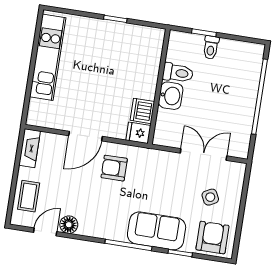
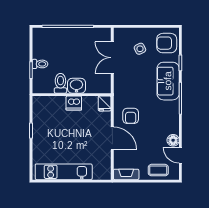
dishwasher: (142, 111) -> (74, 103), moved

